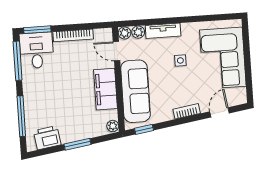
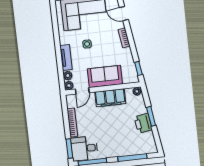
sofa: (136, 91) -> (105, 76), width x0.73
printer: (47, 138) -> (143, 123), moved

